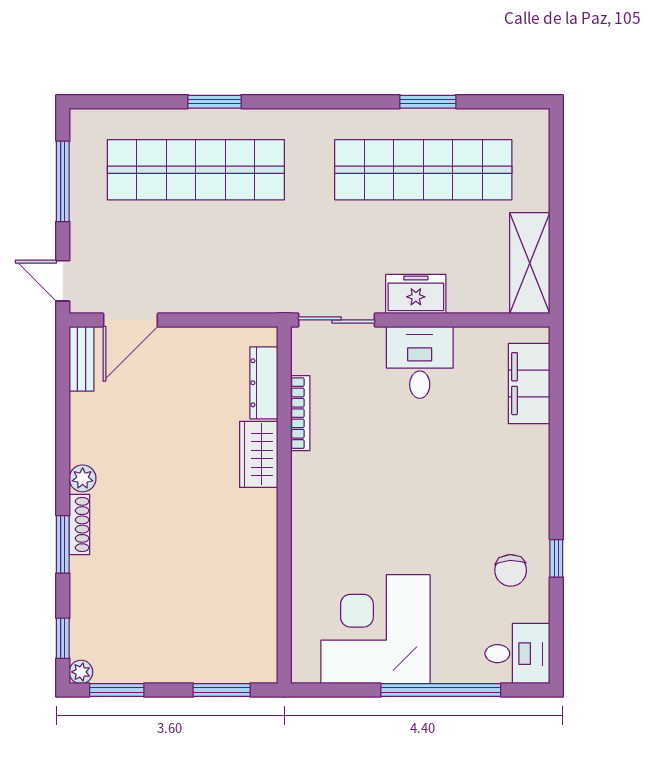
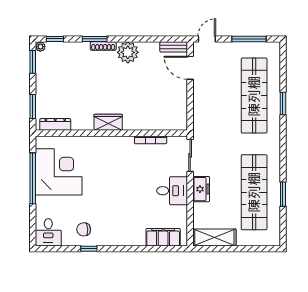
dresser: (264, 383) -> (55, 124), moved
wardrobe: (259, 454) -> (108, 122), moved
plant: (83, 478) -> (128, 52), width x1.87, depth x1.87
window: (441, 690) -> (33, 178), moved

